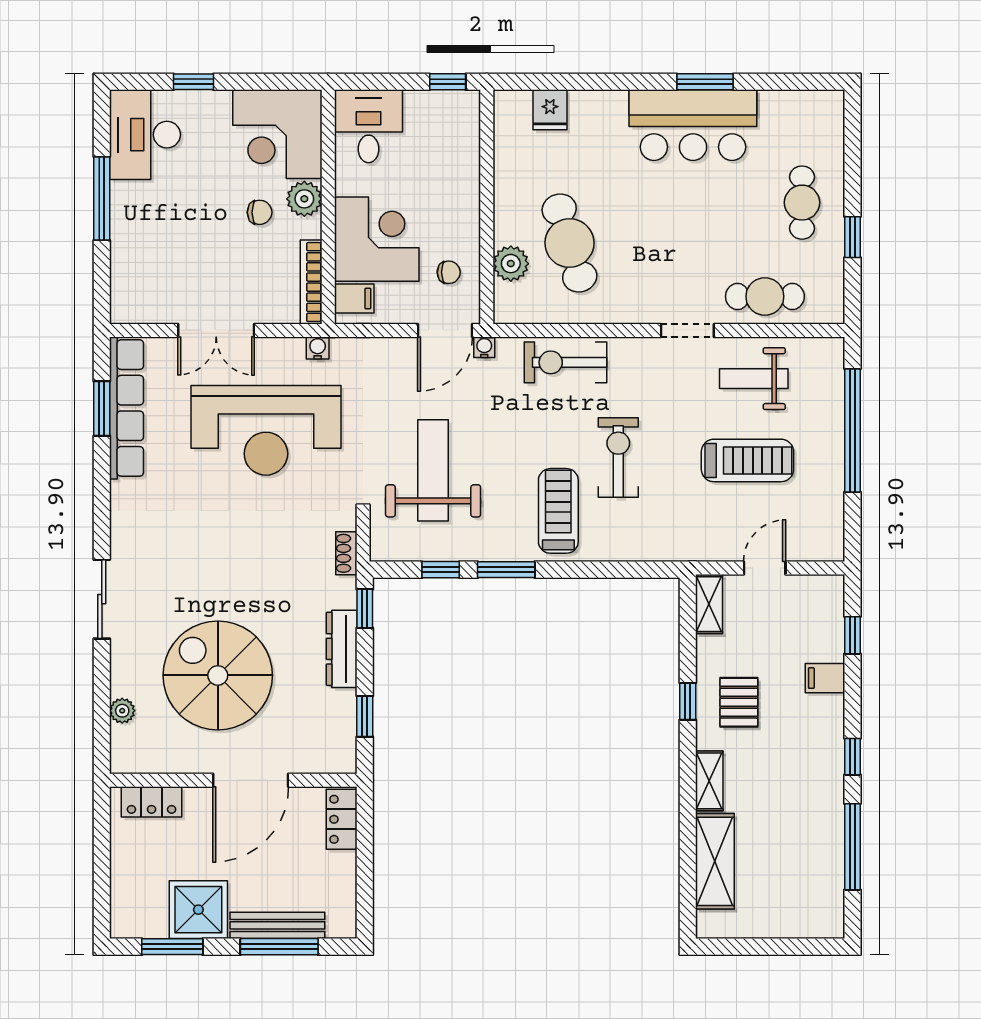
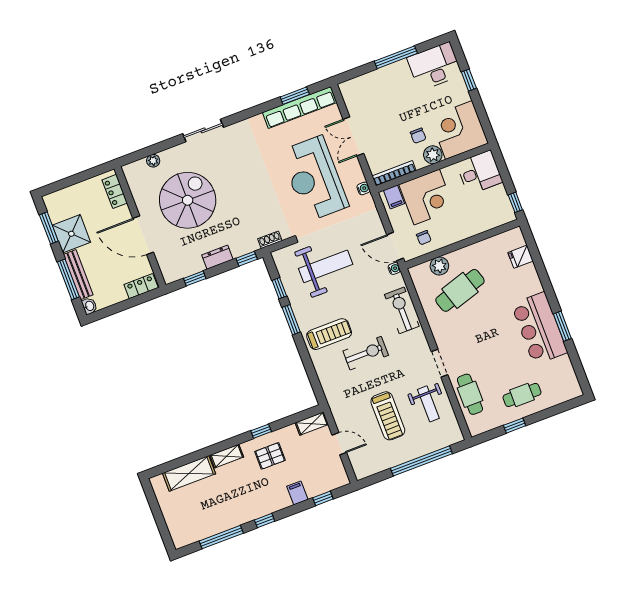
weight bench: (754, 379) -> (428, 404), turned 180
dresser: (342, 649) -> (217, 257), width x0.70
washbasin: (342, 927) -> (89, 306), added

